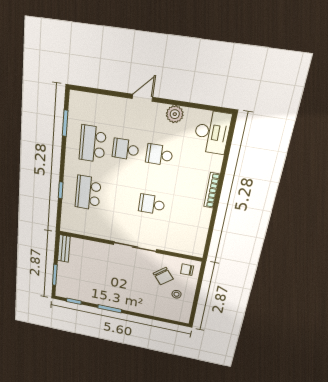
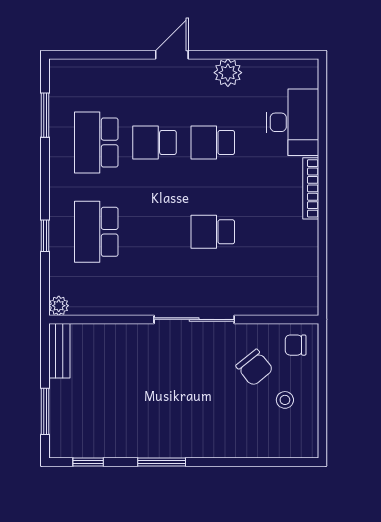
desk: (212, 132) -> (292, 122), moved
plant: (65, 227) -> (59, 306), added

